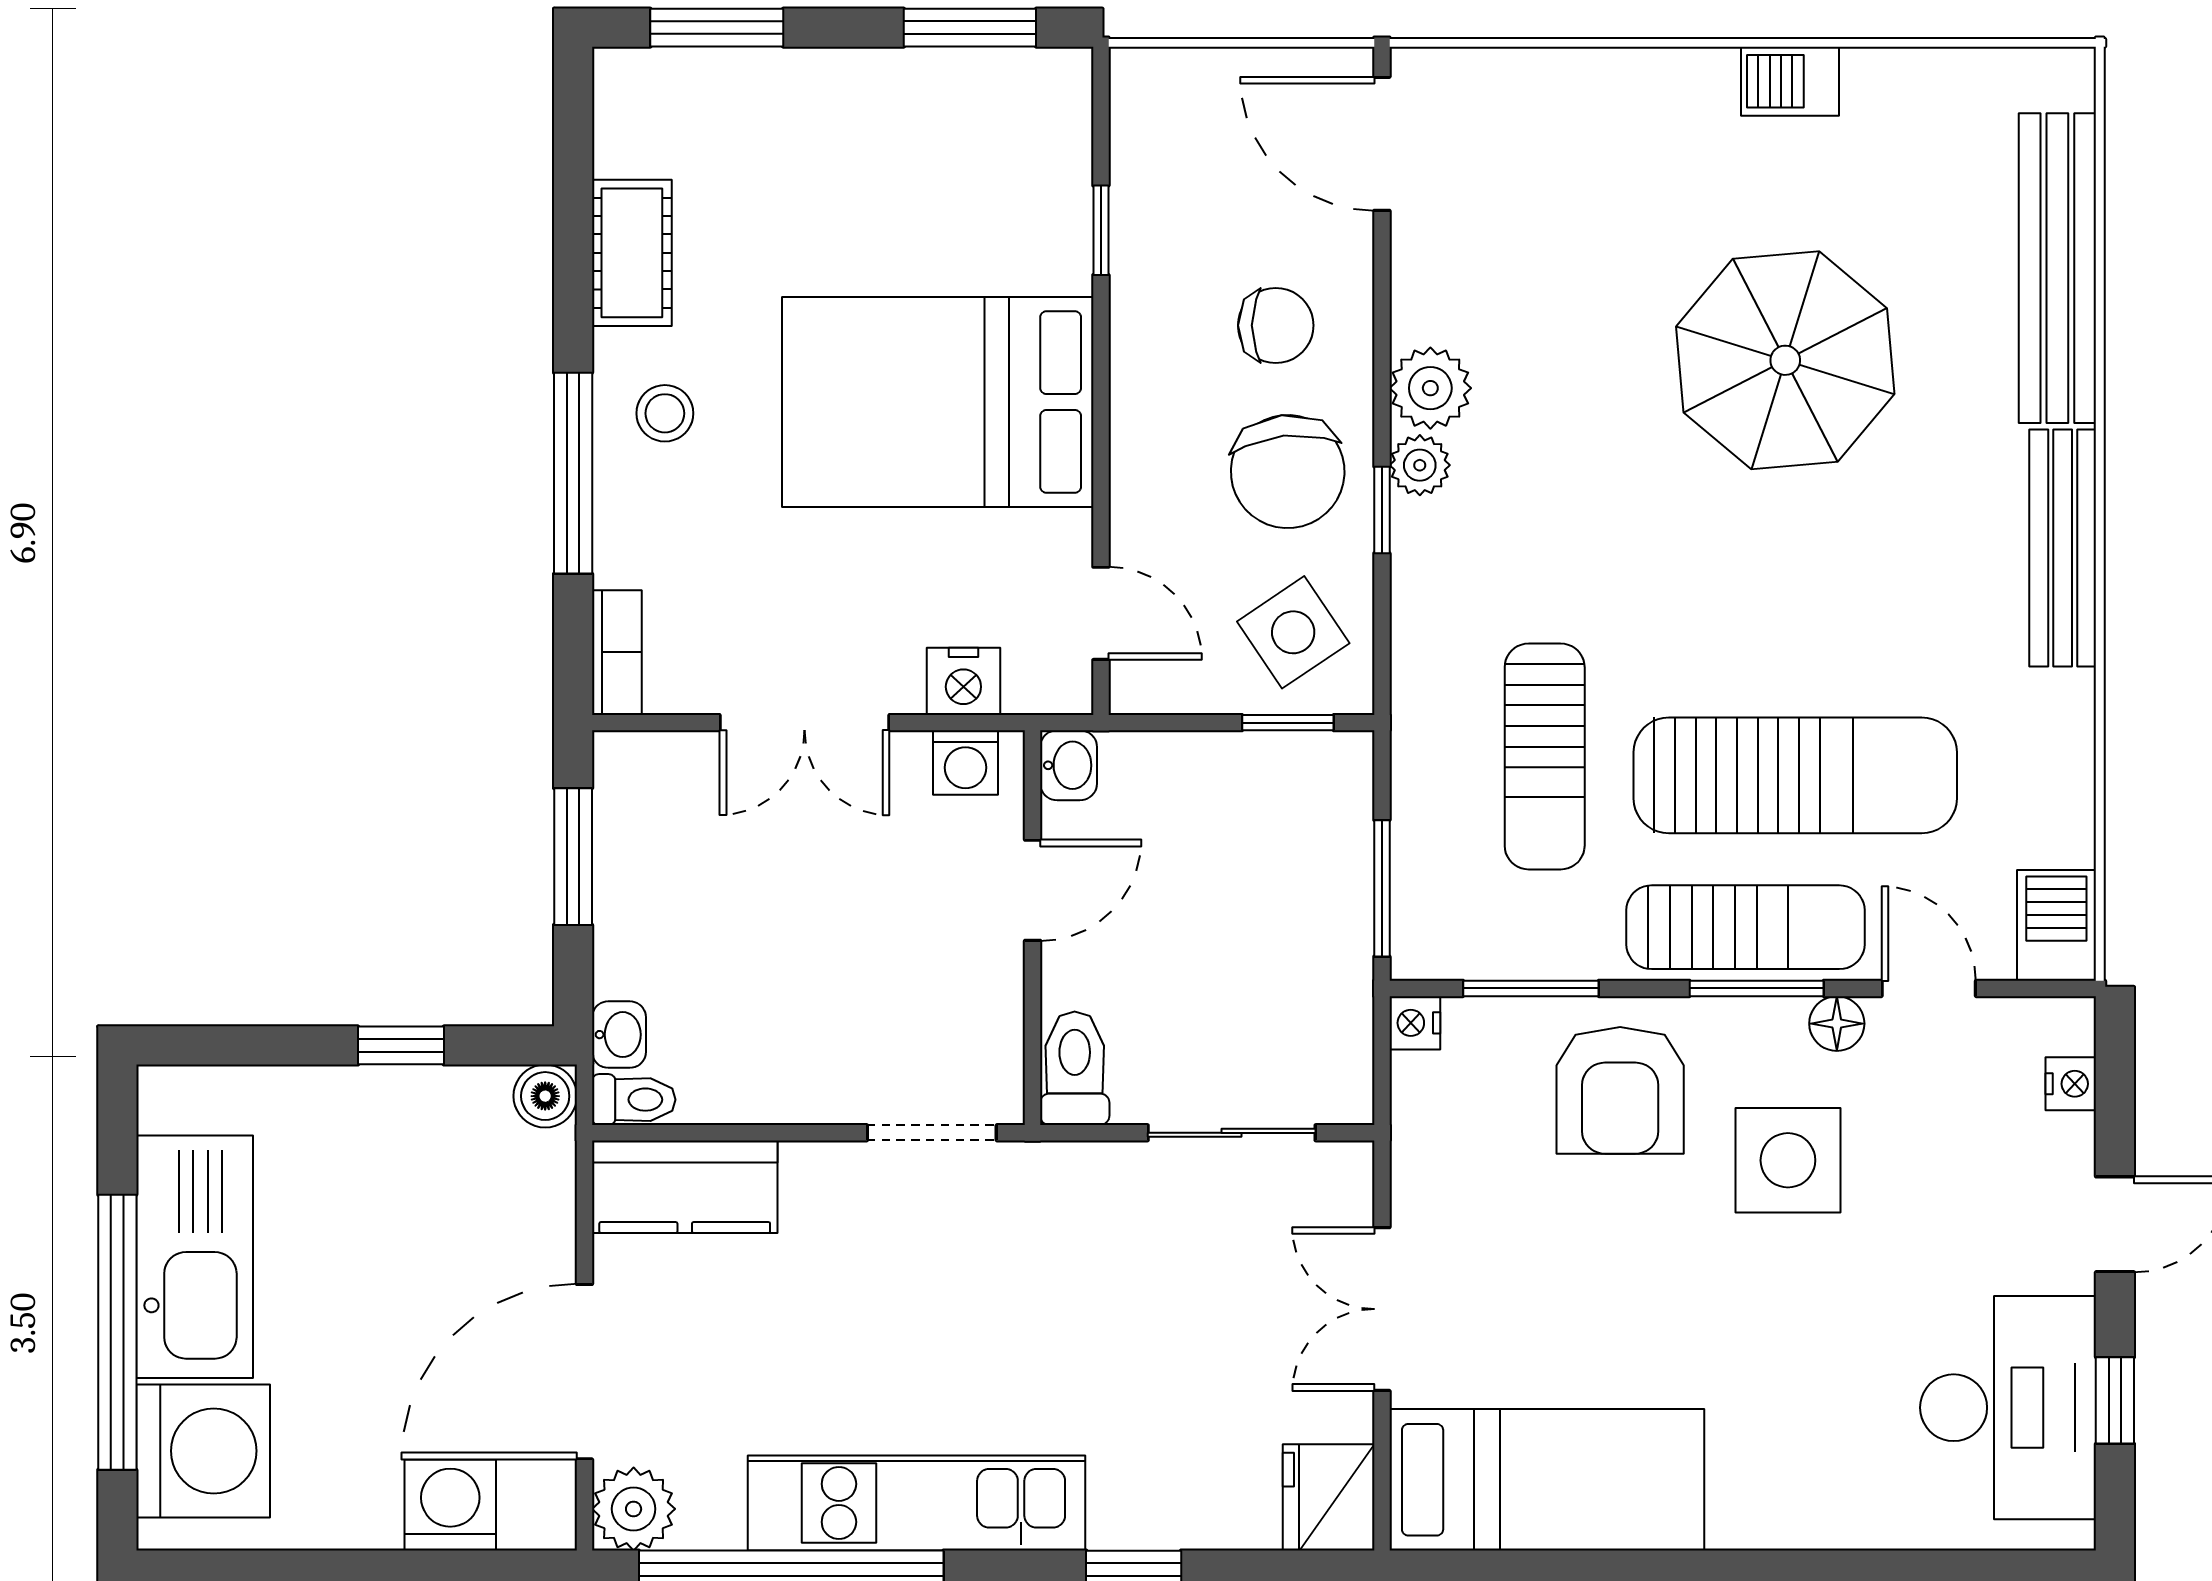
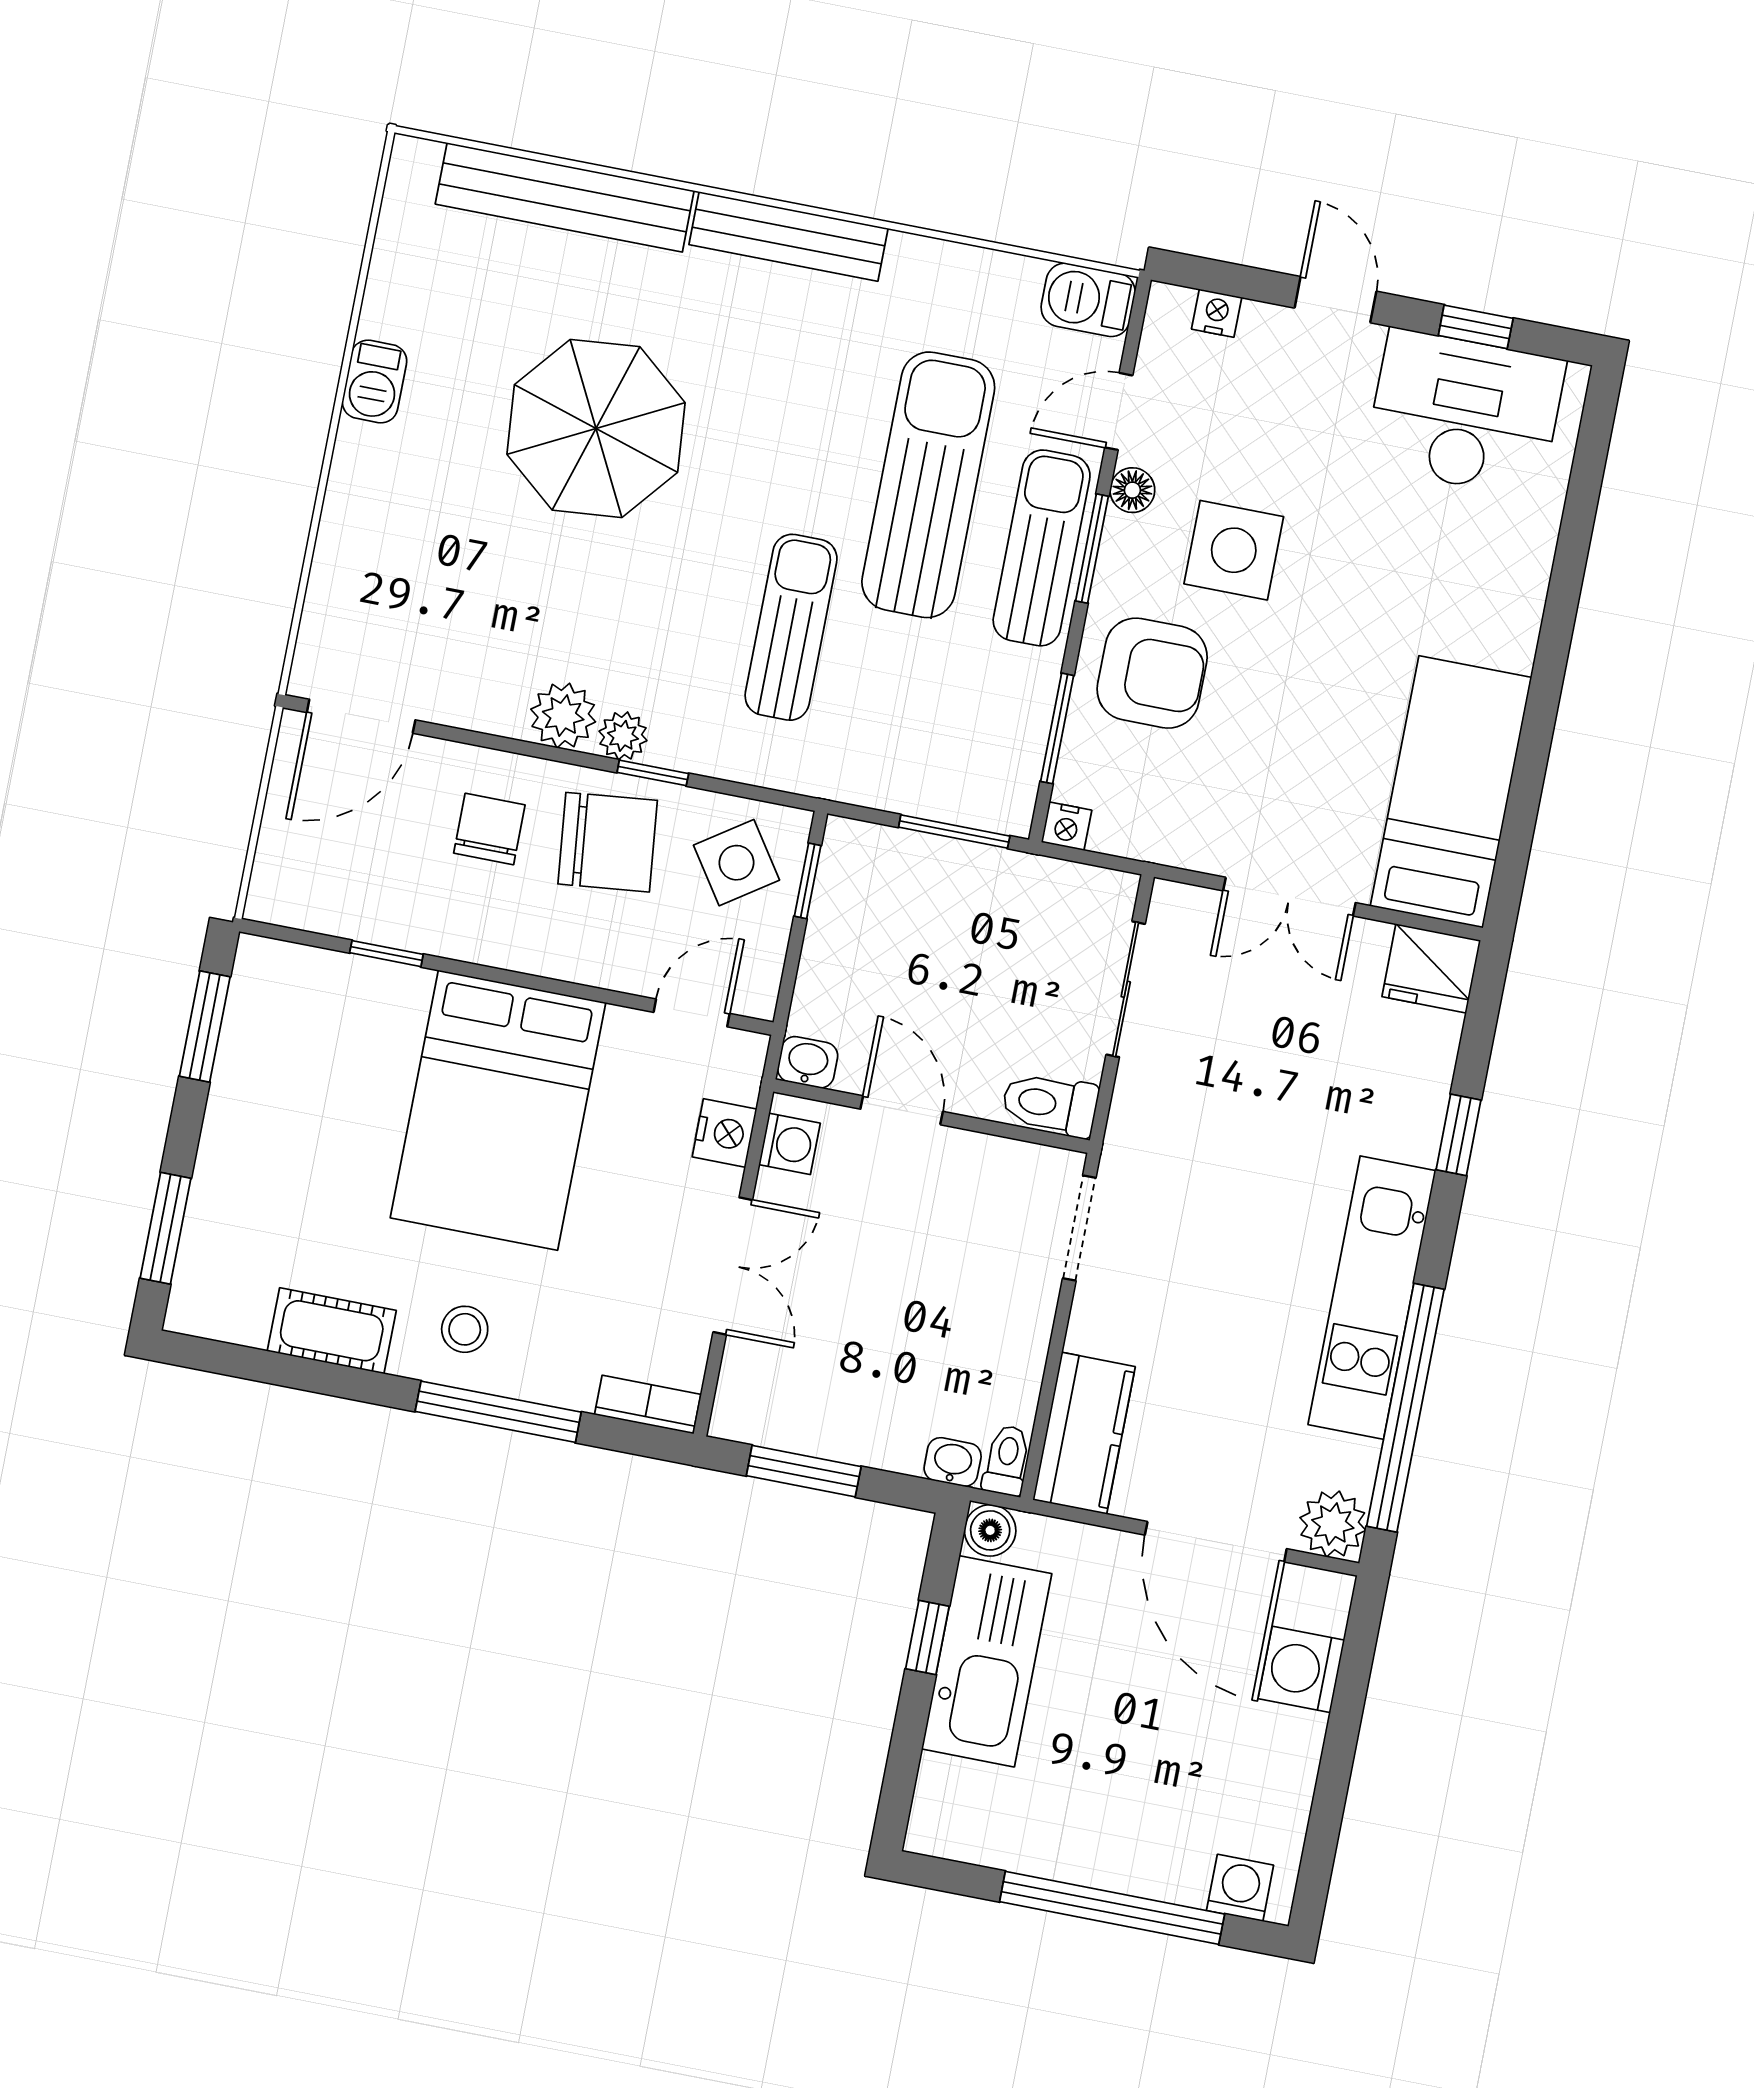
sun lounger: (1545, 756) -> (791, 627), moved, turned -90
kitchen sink: (195, 1257) -> (987, 1661), moved, turned 90
washing machine: (203, 1451) -> (1240, 1888), width x0.53, depth x0.53

